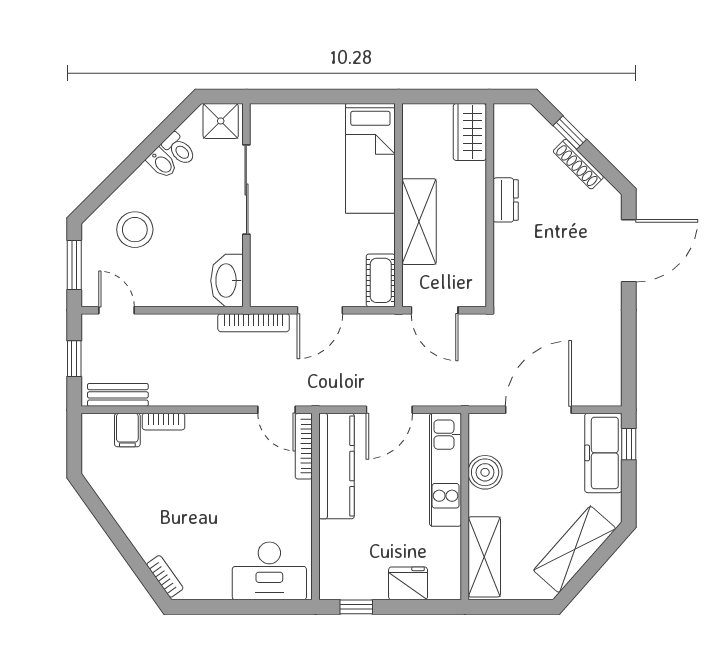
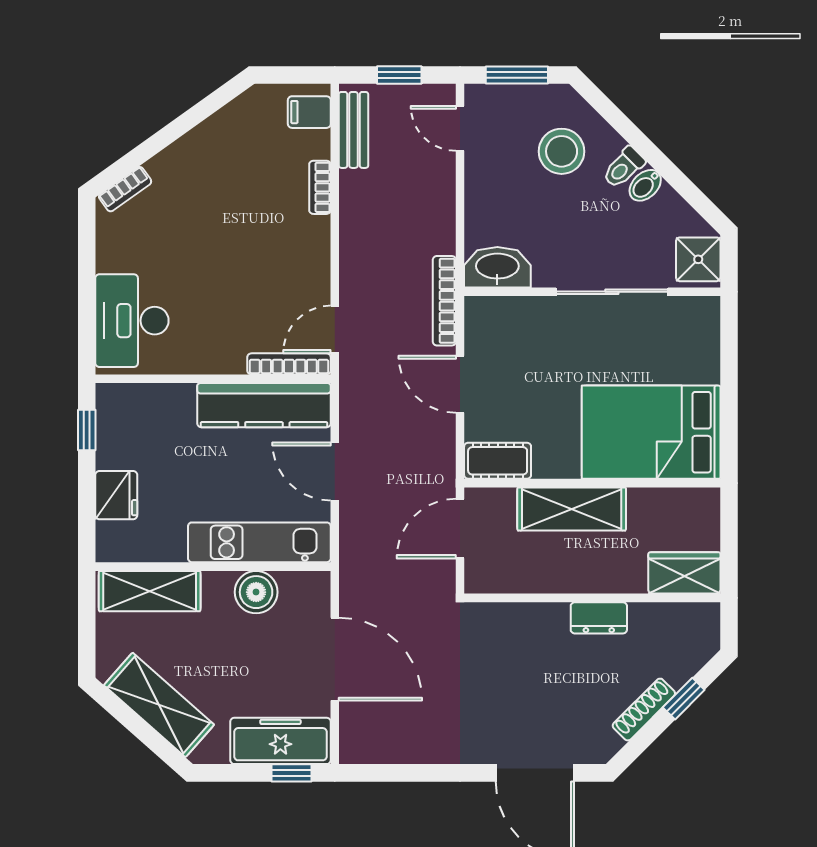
toilet: (179, 149) -> (624, 168), moved
bed: (370, 158) -> (651, 432), width x1.50
door: (117, 310) -> (460, 128), swing flipped
filing cabinet: (127, 430) -> (309, 112), moved

